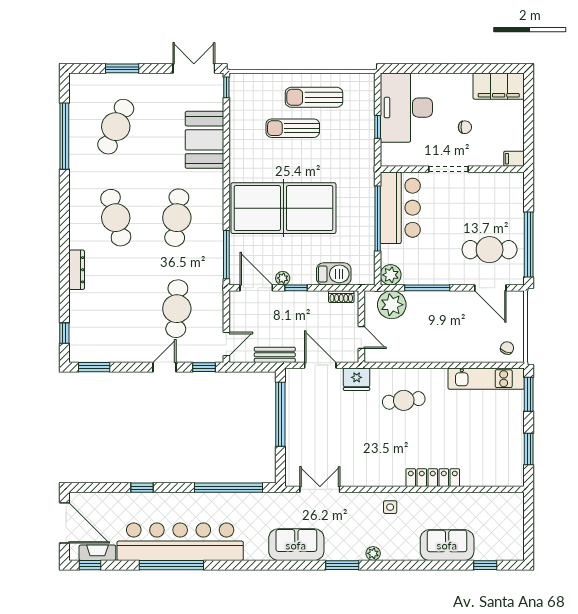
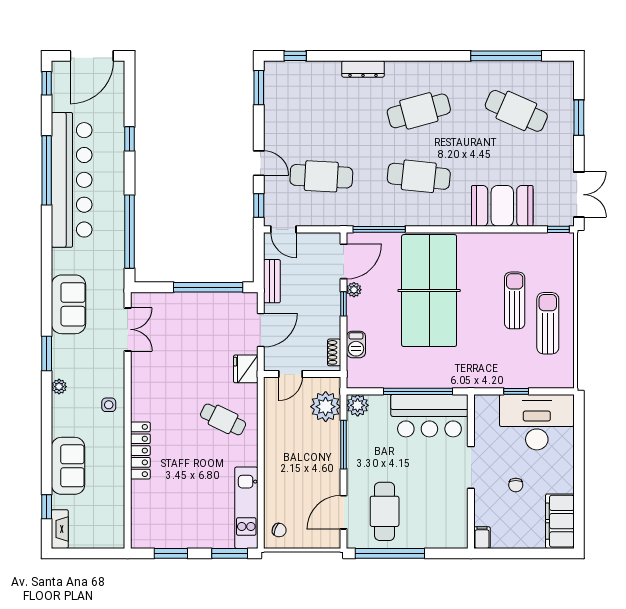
barbecue: (334, 274) -> (356, 344), width x0.73, depth x0.79
cafe table: (404, 400) -> (223, 419), turned -57
fireplace: (97, 553) -> (60, 529), moved

